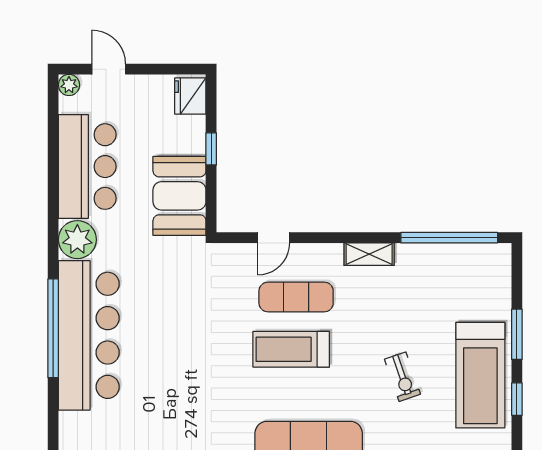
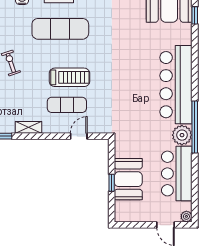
fridge: (190, 96) -> (123, 211), removed
booth: (179, 196) -> (128, 179), moved
window: (53, 328) -> (195, 127), moved

